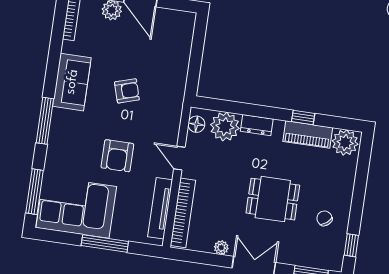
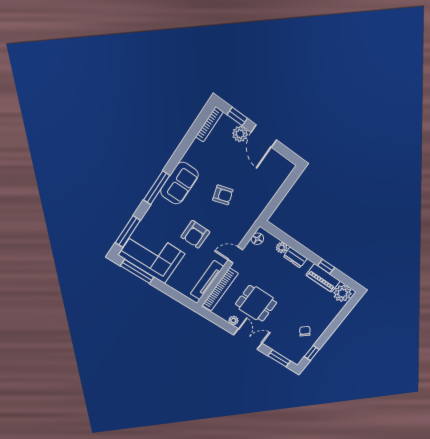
sofa: (72, 82) -> (179, 183), moved
plant: (225, 127) -> (282, 248), width x0.53, depth x0.53
door: (179, 158) -> (235, 255), hinge flipped
dining table: (273, 199) -> (256, 303), moved
window: (105, 243) -> (137, 272), moved

